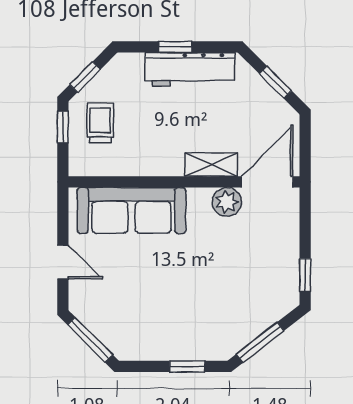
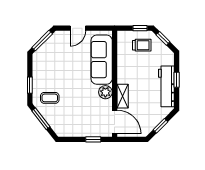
plant: (227, 202) -> (105, 92), moved
window: (305, 275) -> (93, 139), moved
coffee table: (215, 323) -> (50, 98), added

